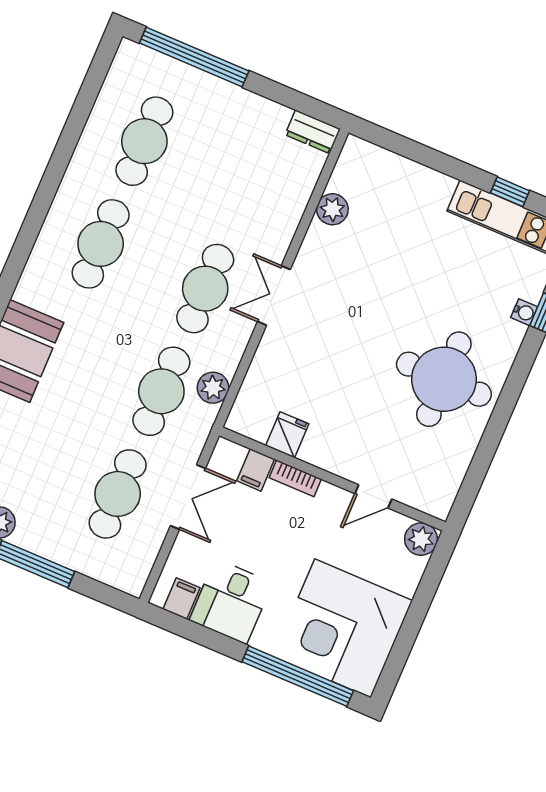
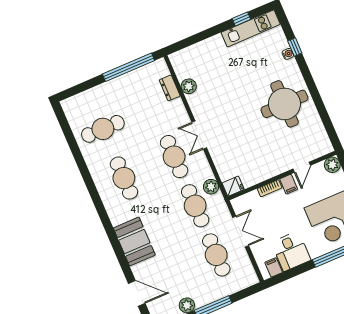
window: (194, 57) -> (129, 67), moved
dresser: (313, 132) -> (170, 88), moved, turned 90
cafe table: (144, 141) -> (103, 129), turned 90
fridge: (287, 435) -> (233, 186), moved, turned 90
filing cabinet: (256, 470) -> (289, 184), moved

